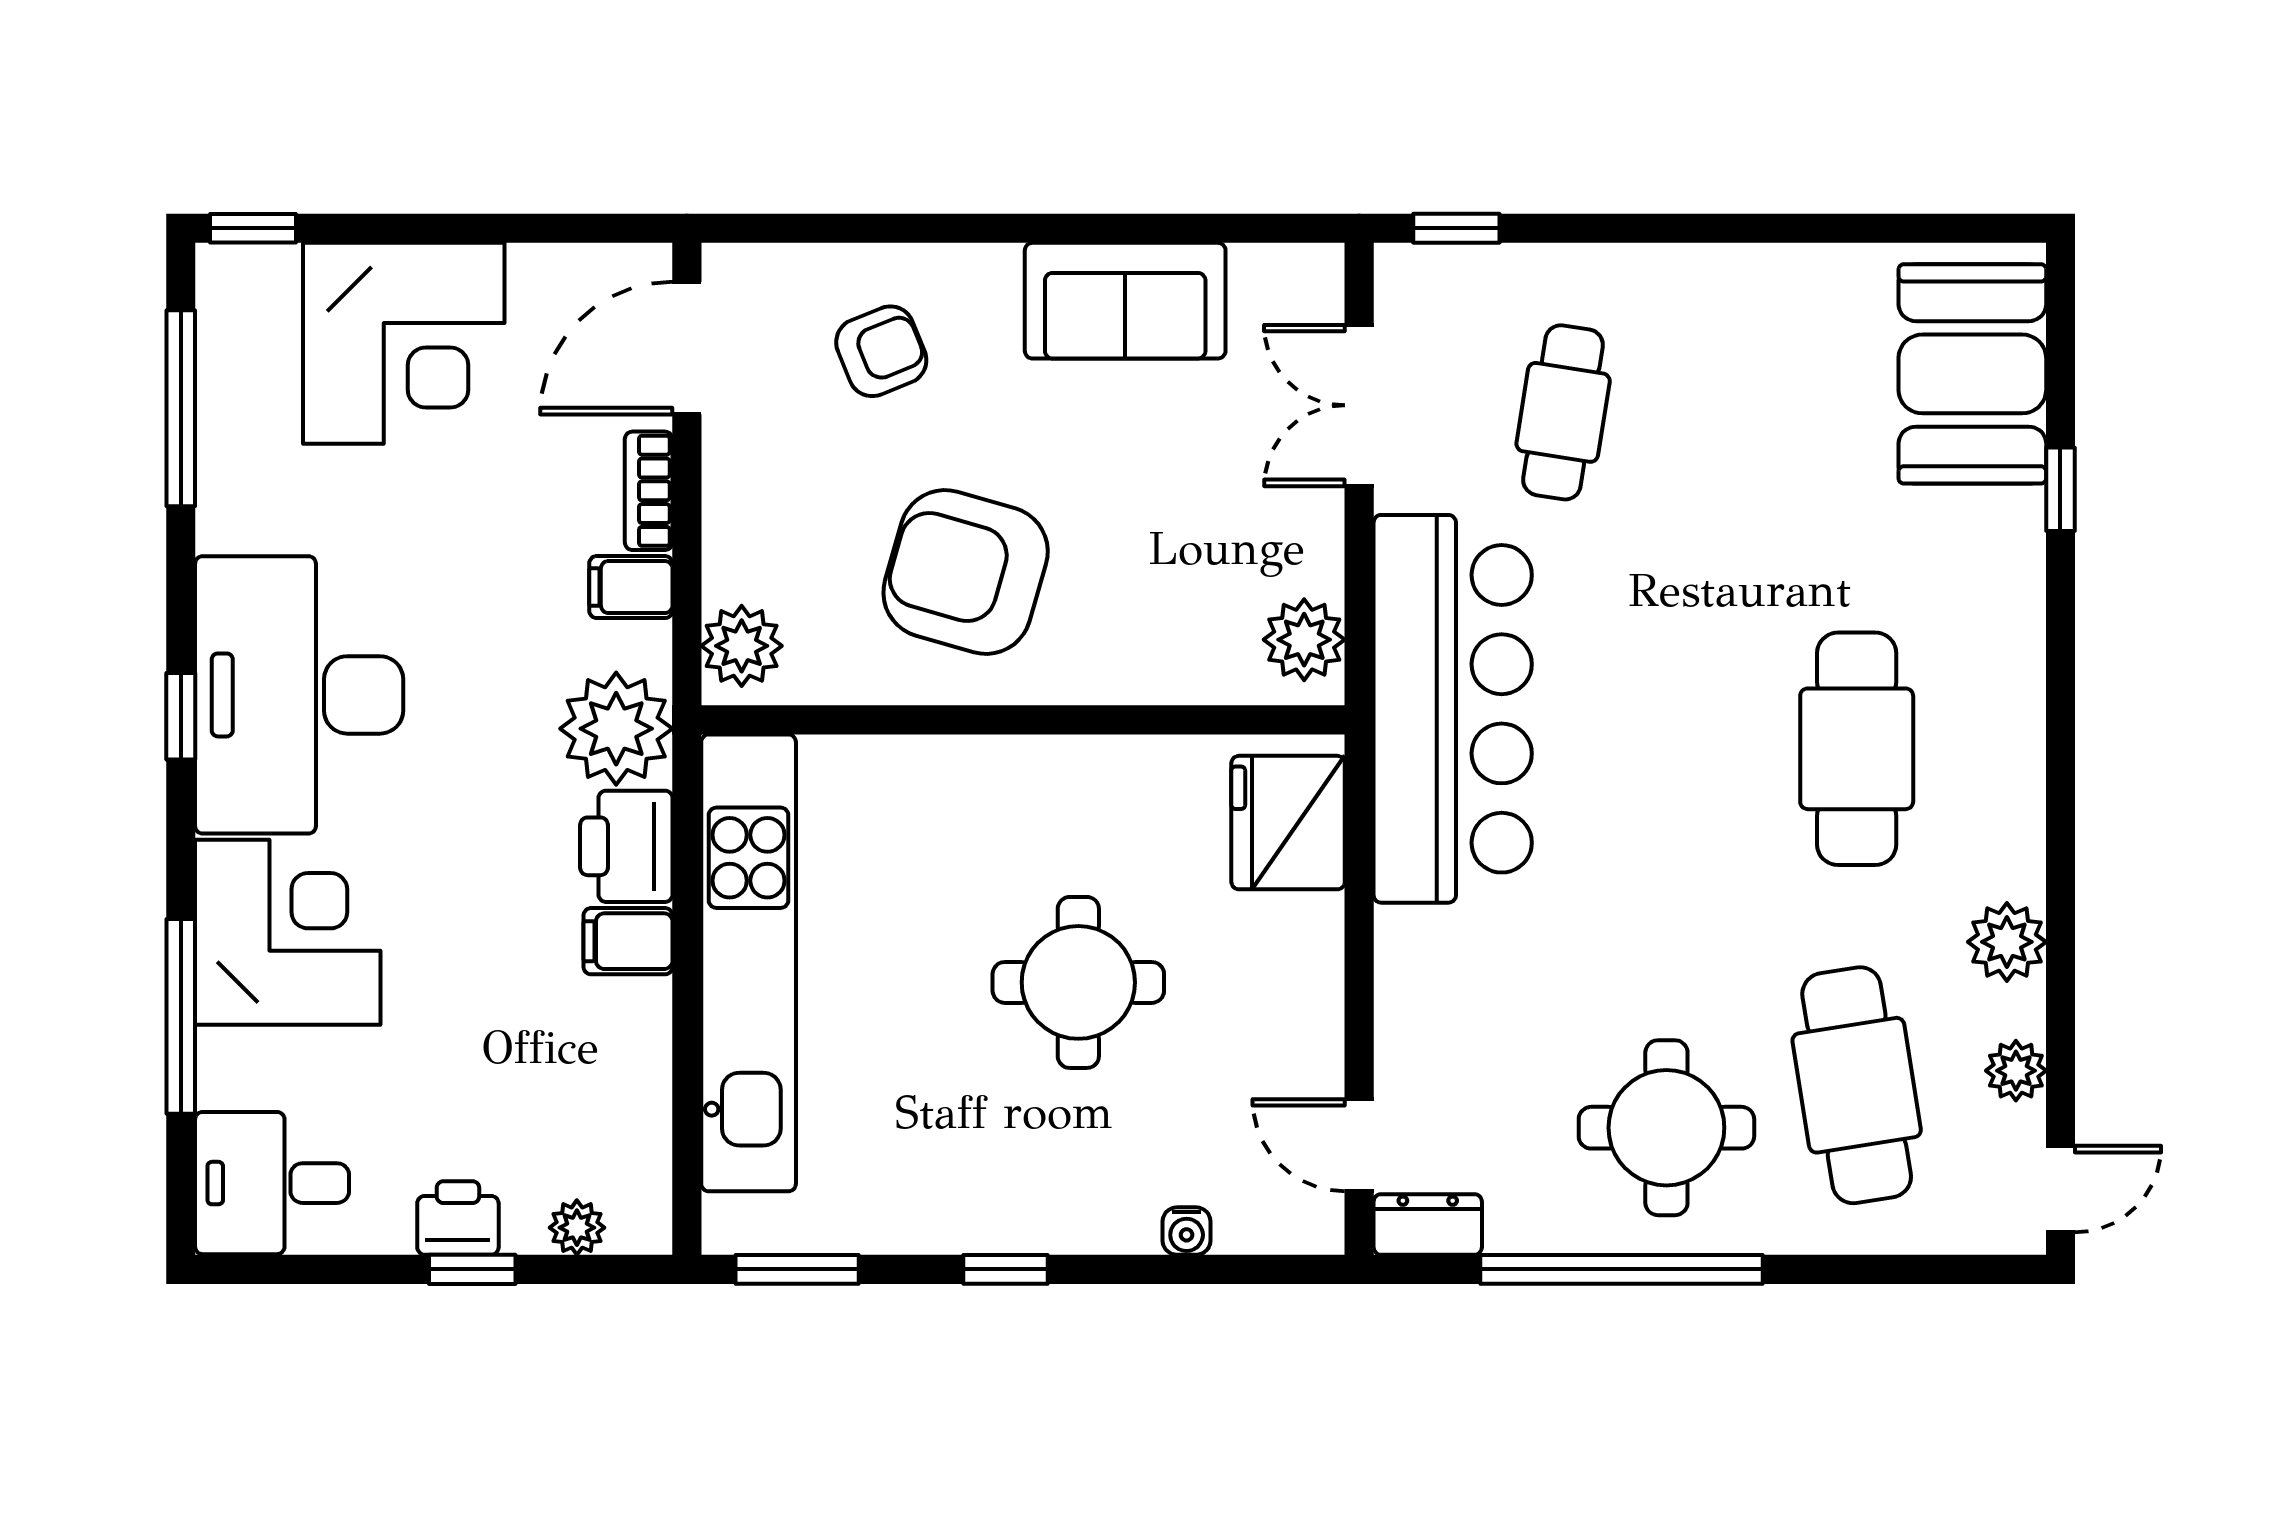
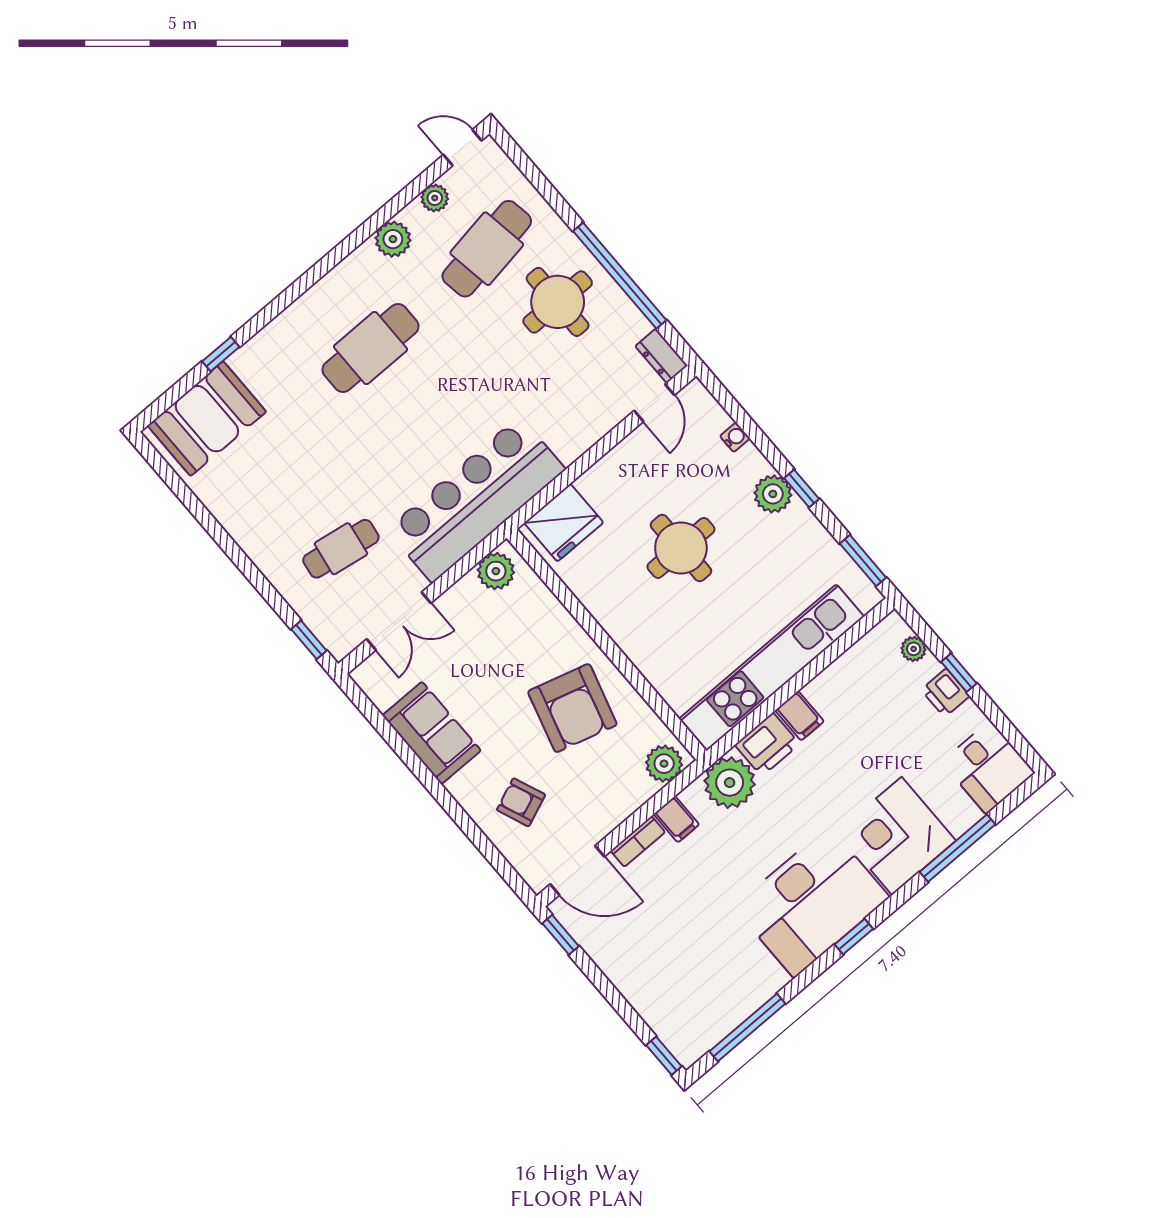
window: (603, 228) -> (561, 935), added
corner desk: (404, 343) -> (659, 970), removed
plant: (1037, 1214) -> (773, 494), added

